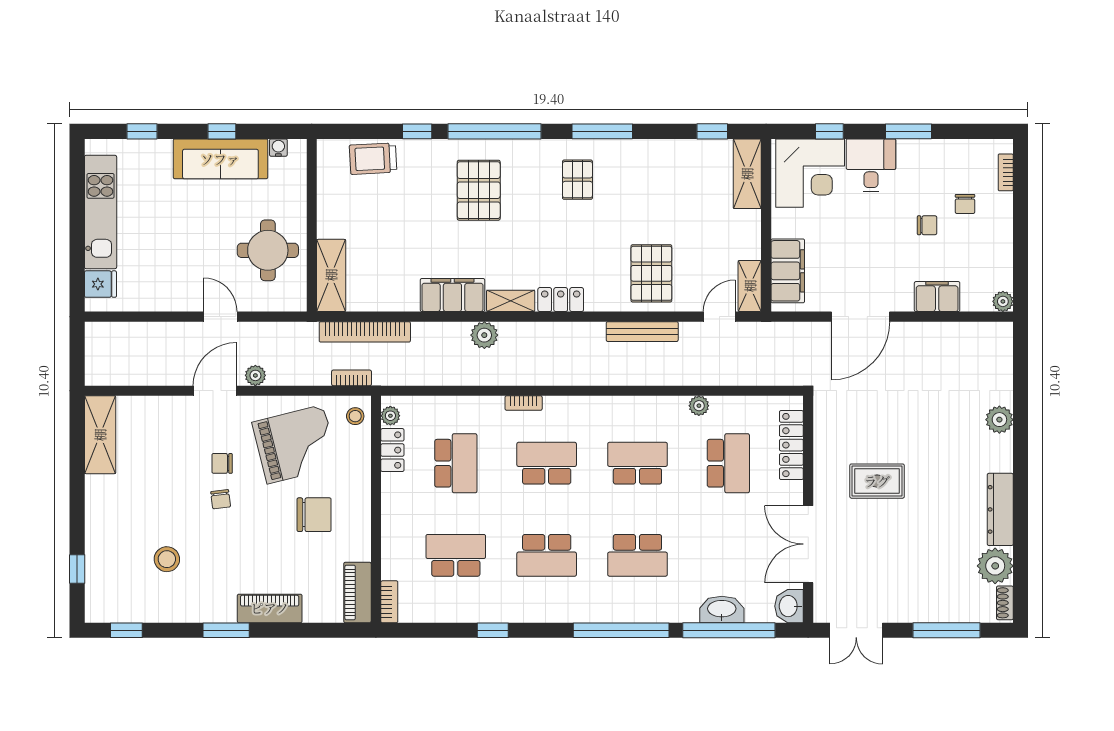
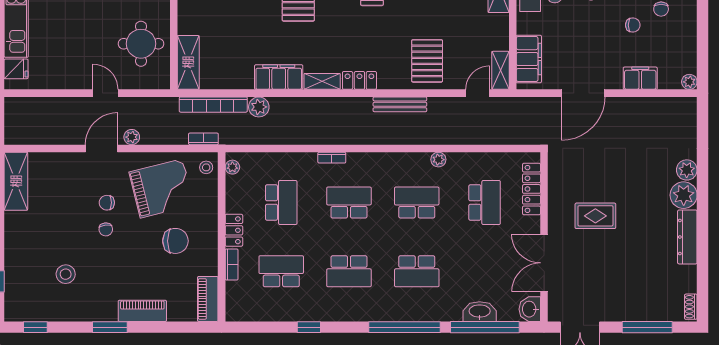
bench: (642, 332) -> (400, 104), moved
plant: (484, 335) -> (259, 107), moved
plant: (699, 406) -> (438, 160), moved
locker: (392, 450) -> (234, 230), moved
plant: (995, 566) -> (684, 195), moved
bookcase: (389, 602) -> (232, 265), moved

